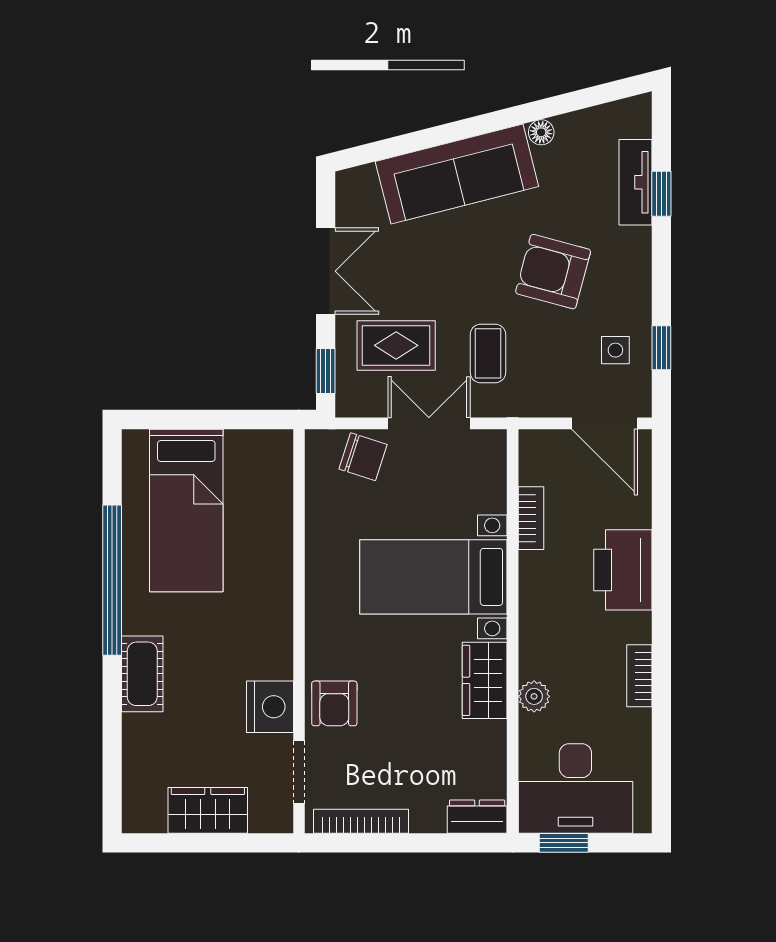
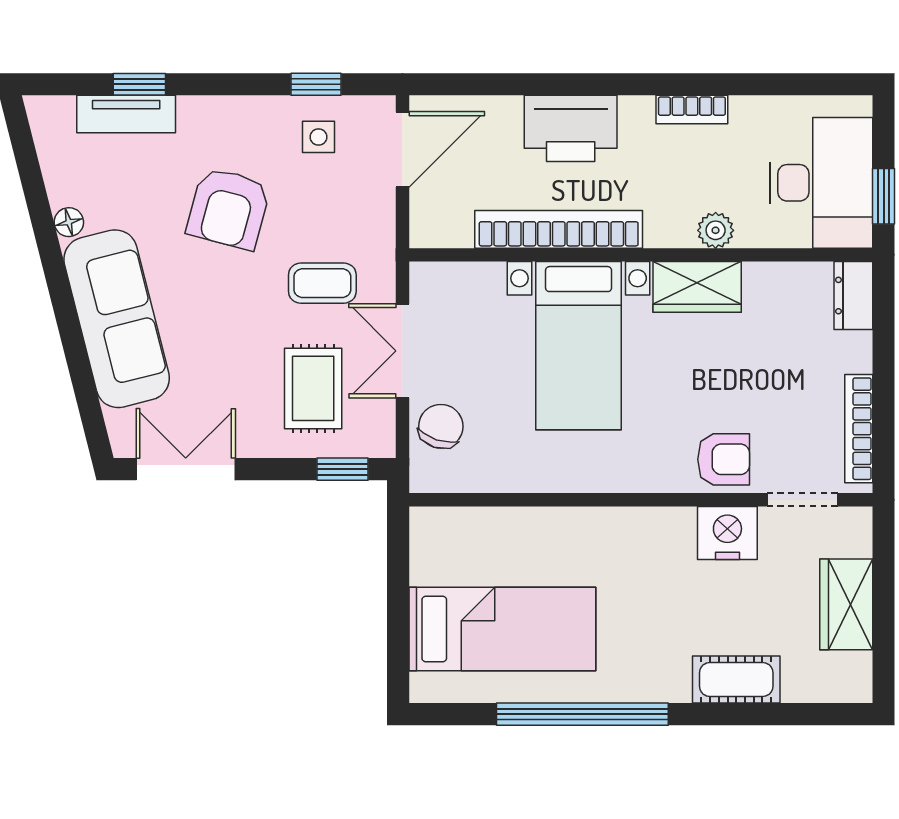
double door: (326, 271) -> (186, 469), moved
bookcase: (531, 518) -> (559, 229), width x2.31, depth x1.31
cot: (142, 674) -> (736, 679), moved

